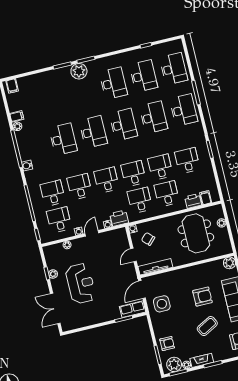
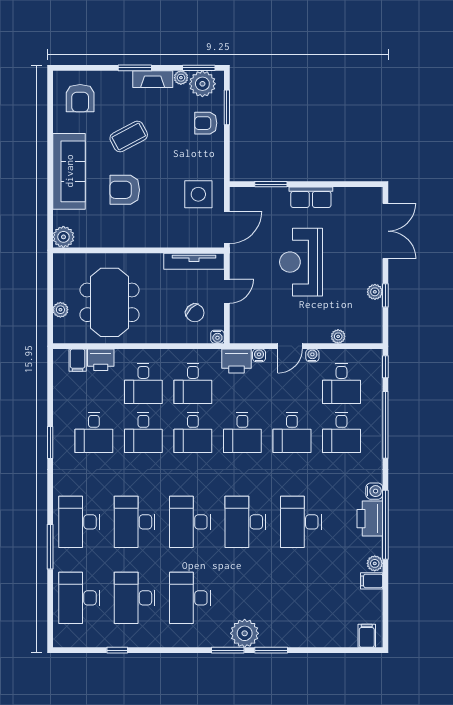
printer: (26, 150) -> (370, 519), added
reception desk: (81, 283) -> (301, 262), moved
row of seats: (133, 309) -> (311, 197), moved

